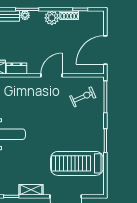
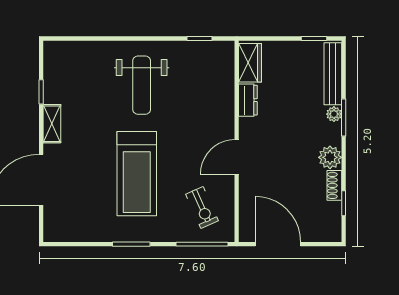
door: (52, 75) -> (237, 157), swing flipped
treadmill: (77, 163) -> (137, 174), moved, turned 180

